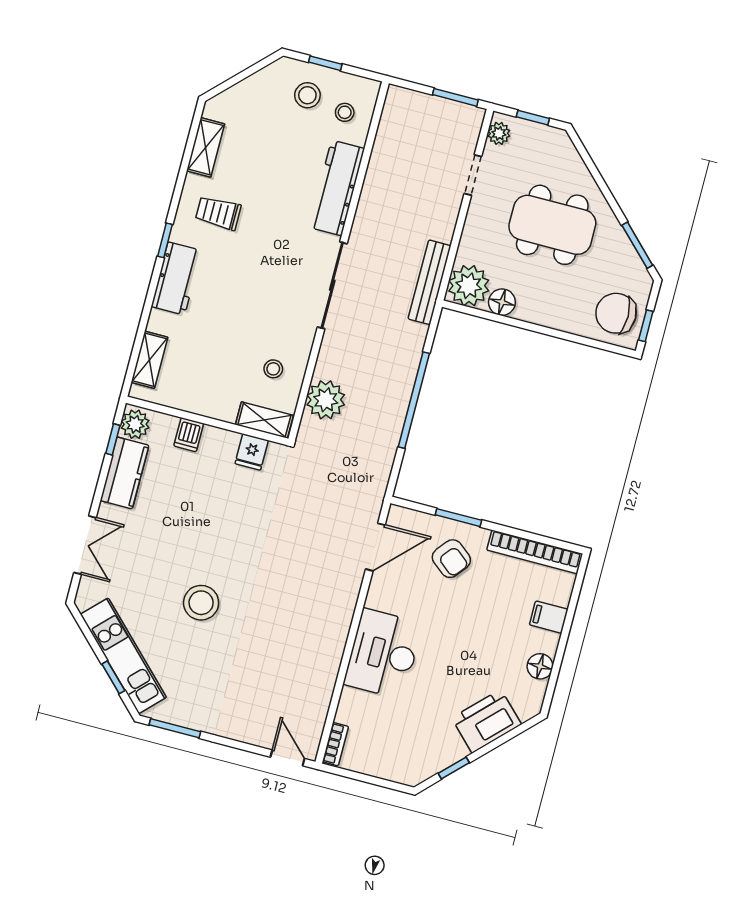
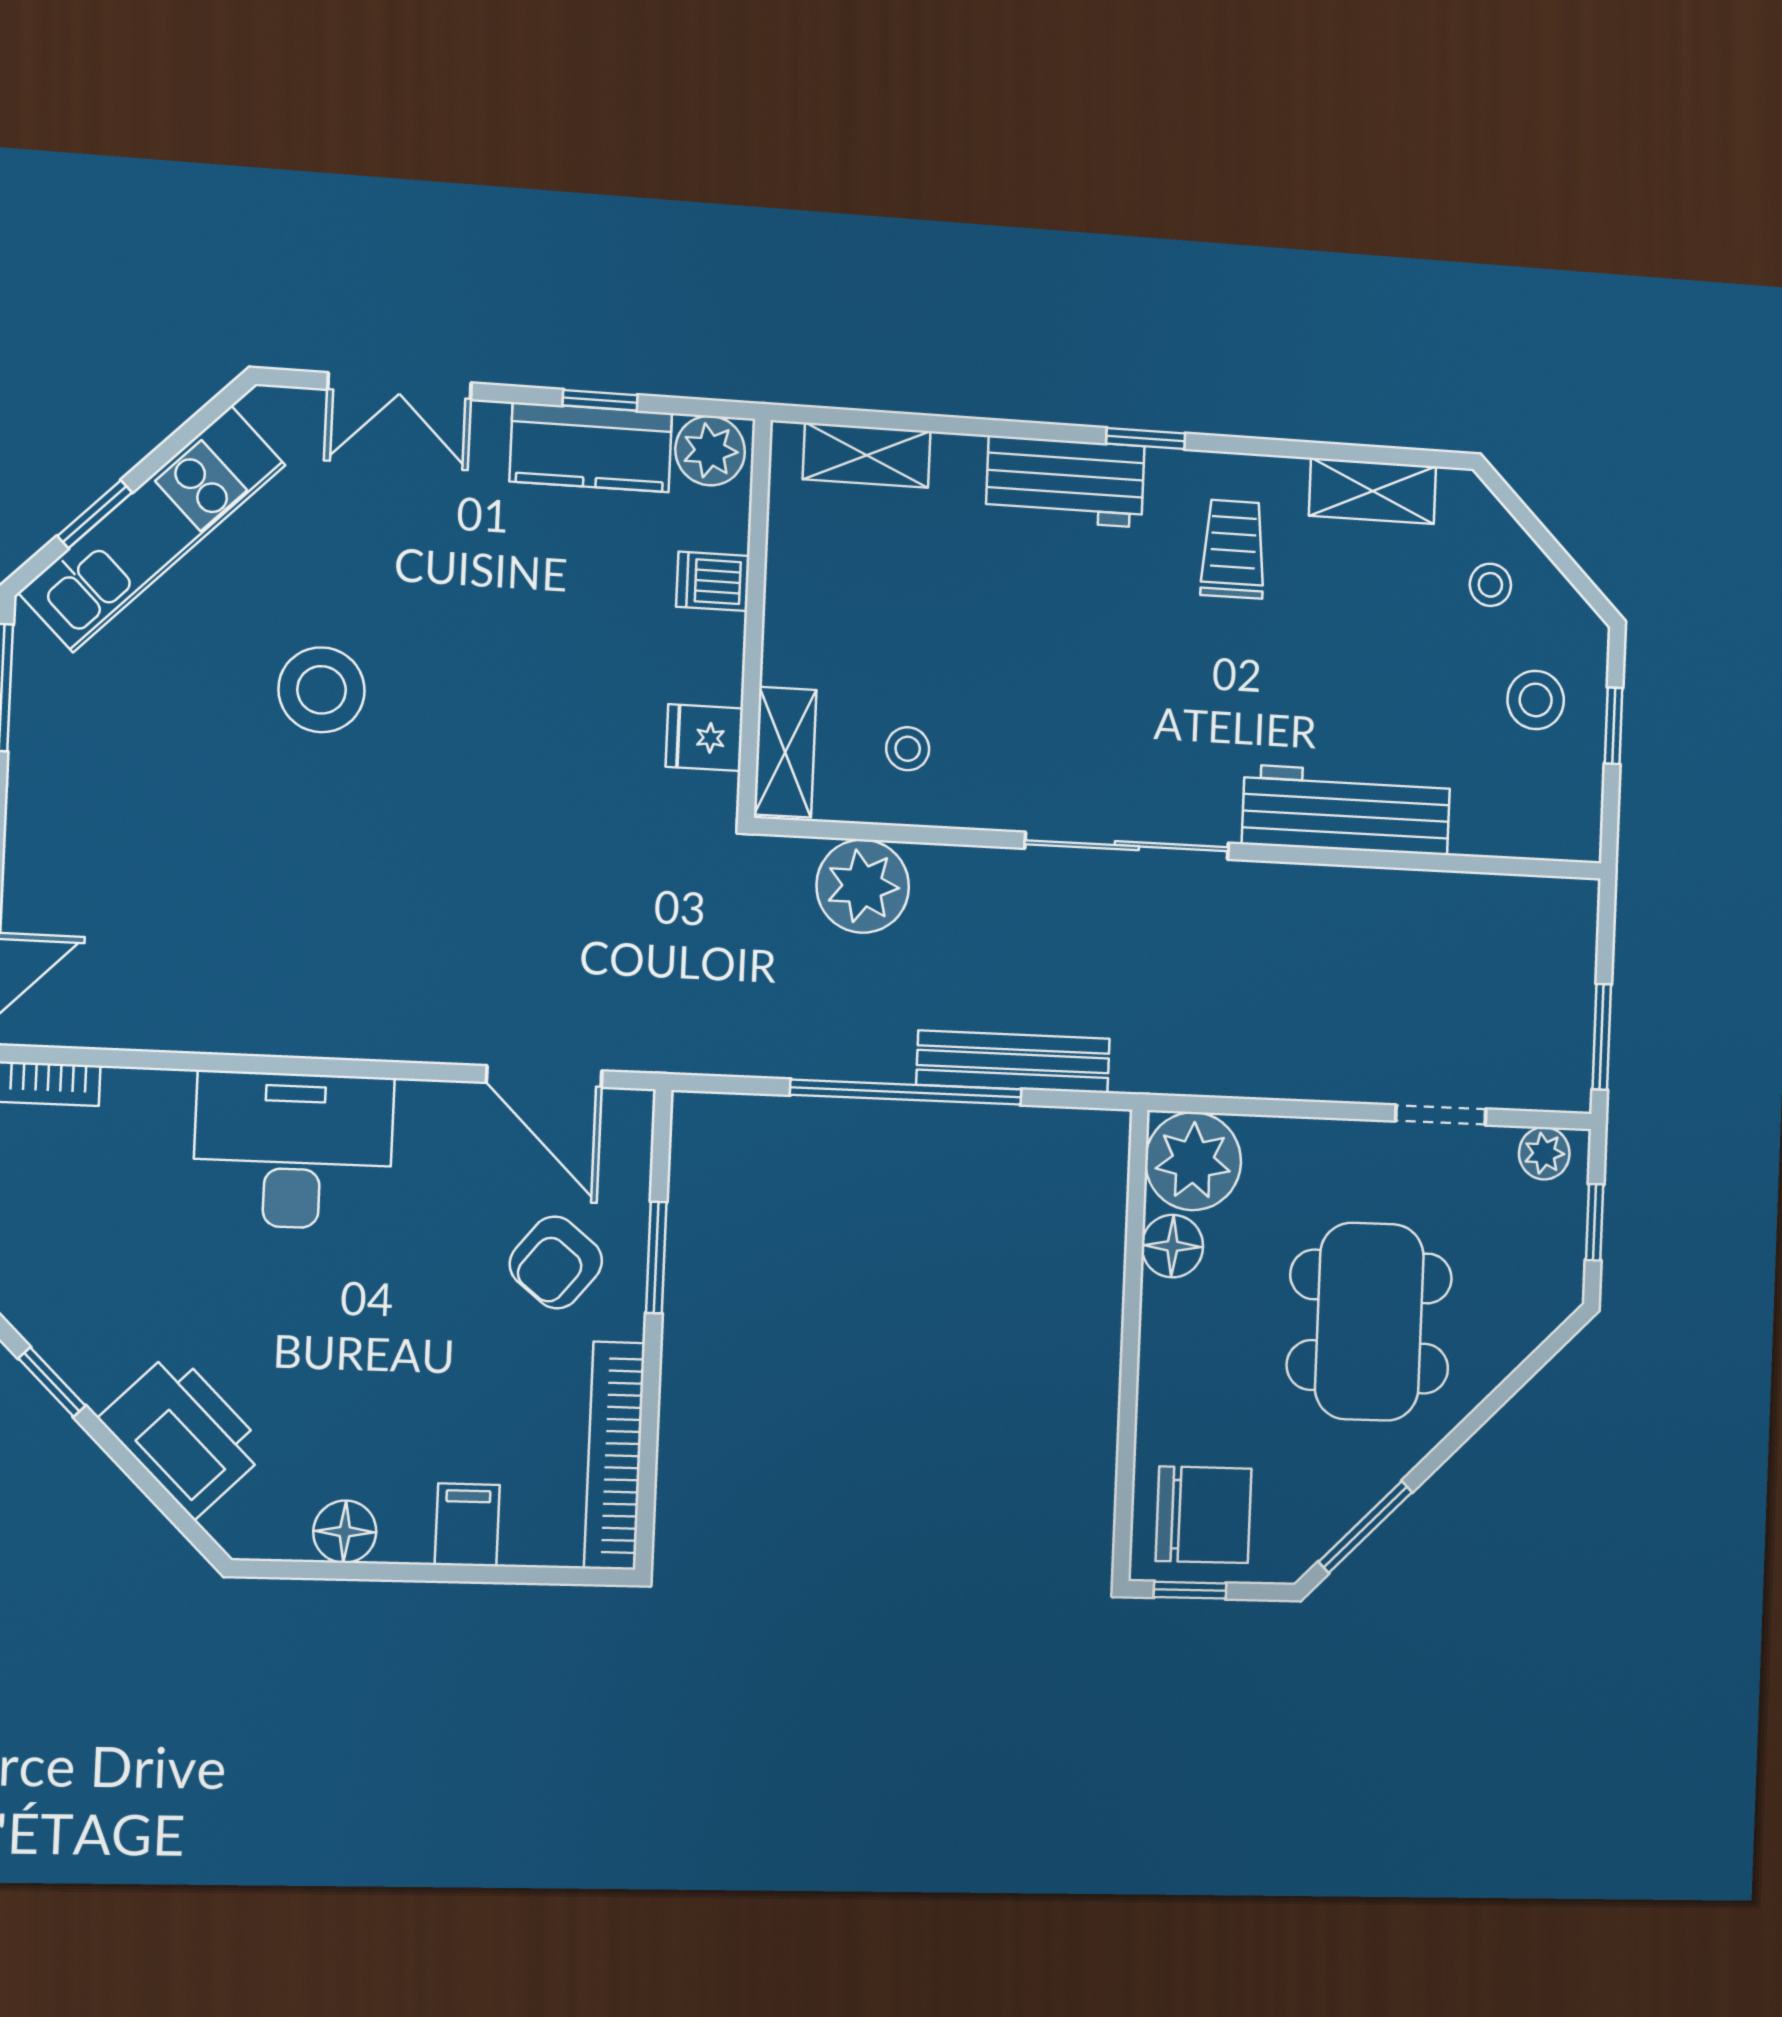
stool: (345, 112) -> (1490, 585), moved
bench: (430, 282) -> (1013, 1062), moved
chair: (616, 313) -> (1204, 1515), turned 90
window: (113, 439) -> (600, 400), moved

